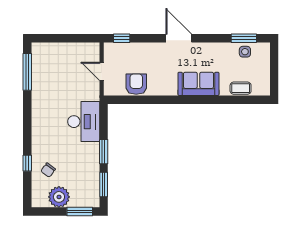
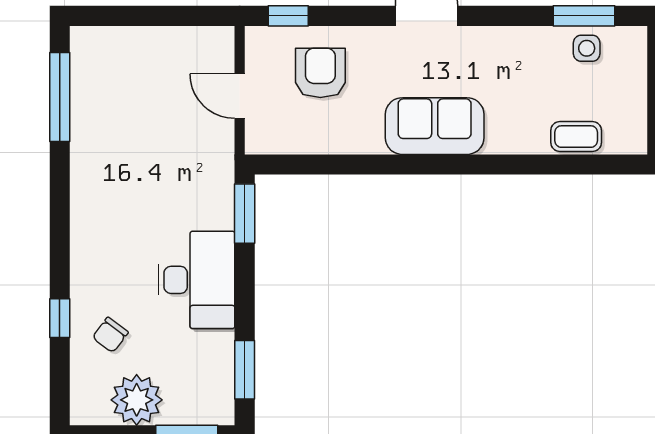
armchair: (136, 84) -> (320, 73), moved
sofa: (198, 84) -> (435, 126), moved
desk: (84, 122) -> (196, 280), moved
window: (104, 152) -> (245, 214), moved

